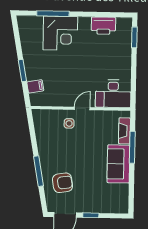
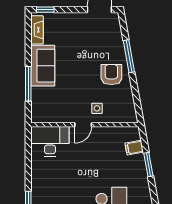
fireplace: (124, 131) -> (37, 30), moved
armchair: (63, 183) -> (111, 75), moved, turned 99
window: (91, 215) -> (45, 10), moved

